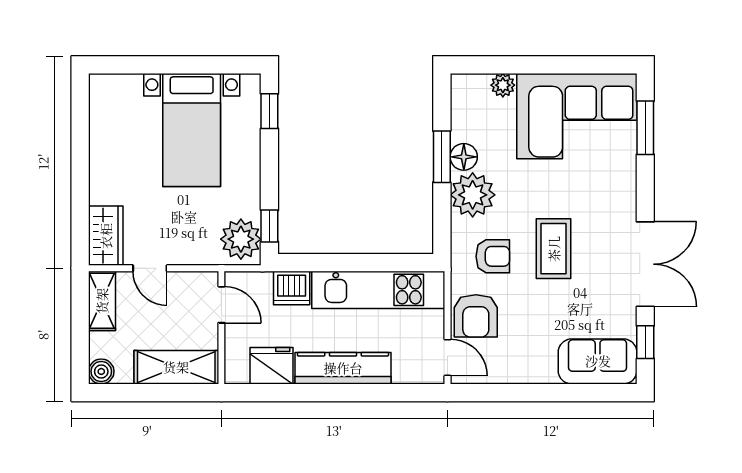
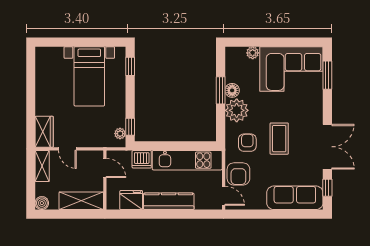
plant: (241, 239) -> (120, 134), width x0.53, depth x0.53
armchair: (493, 256) -> (247, 143), turned -90
sofa: (598, 361) -> (295, 198), width x1.36

